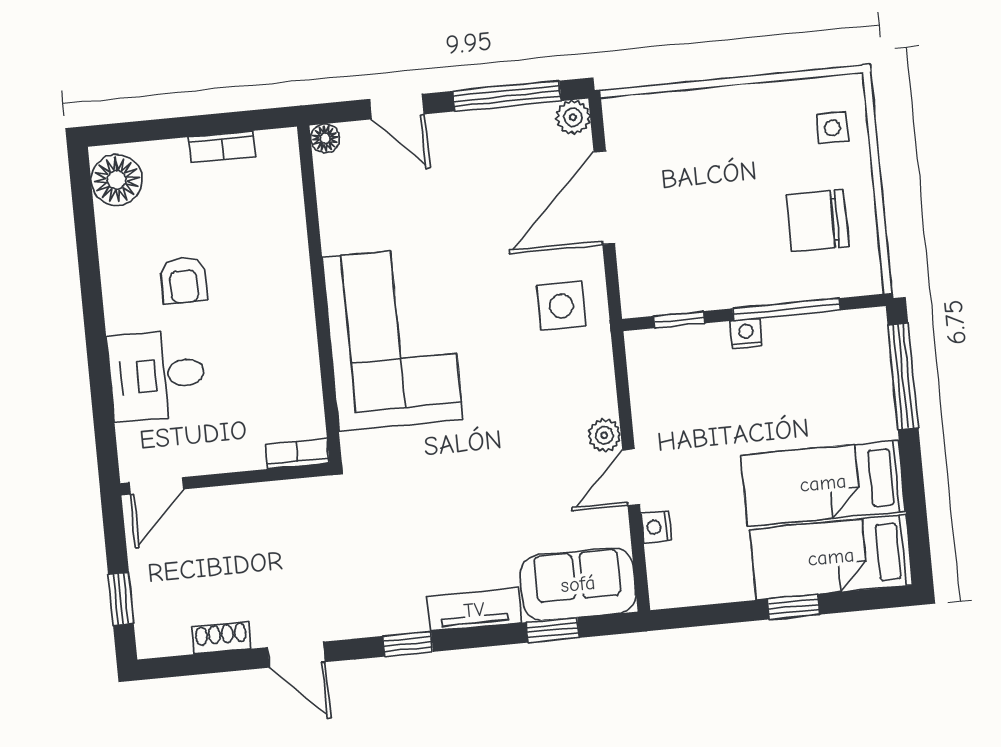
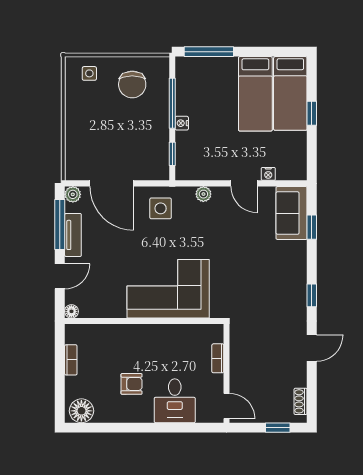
plant: (604, 435) -> (203, 194), moved
bookcase: (297, 454) -> (218, 358), moved
tv unit: (474, 610) -> (73, 235), moved, turned 180
shoe rack: (221, 638) -> (301, 401), moved

